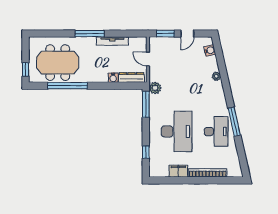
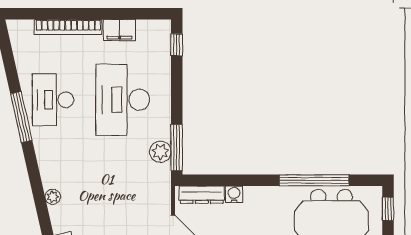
plant: (155, 88) -> (160, 152), moved
window: (146, 152) -> (177, 45), moved

